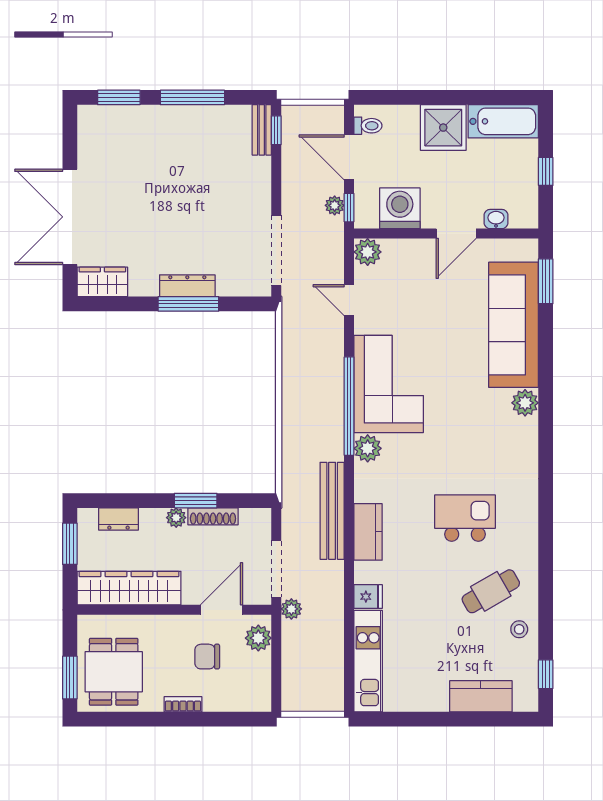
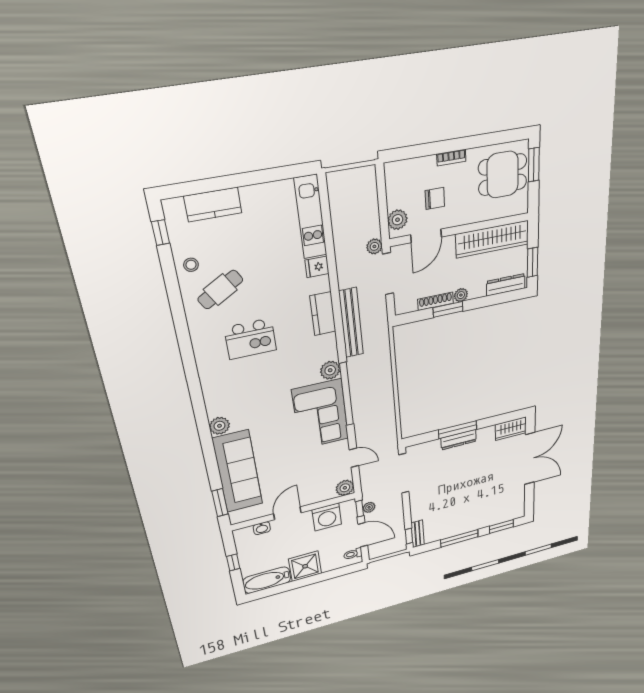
dresser: (119, 519) -> (506, 285), width x1.44
dining table: (114, 672) -> (503, 175), turned 90

